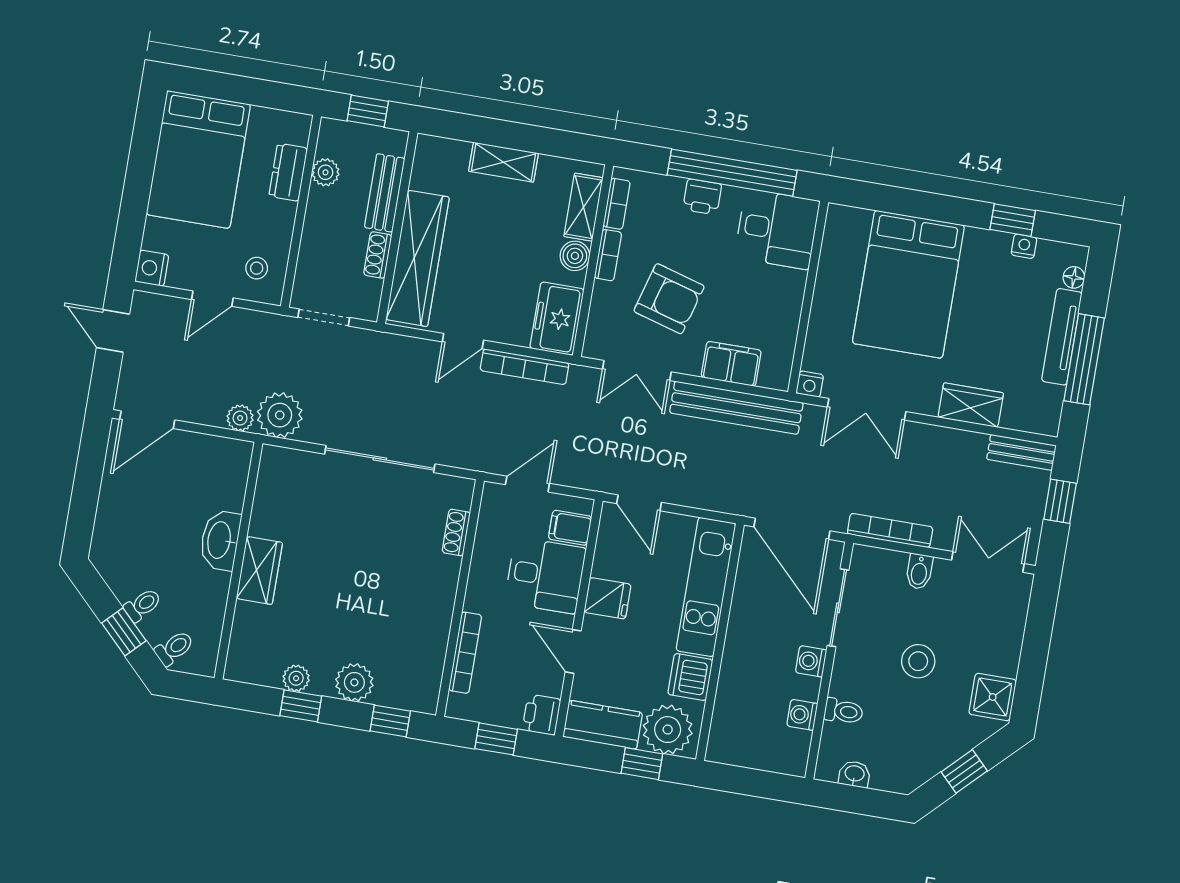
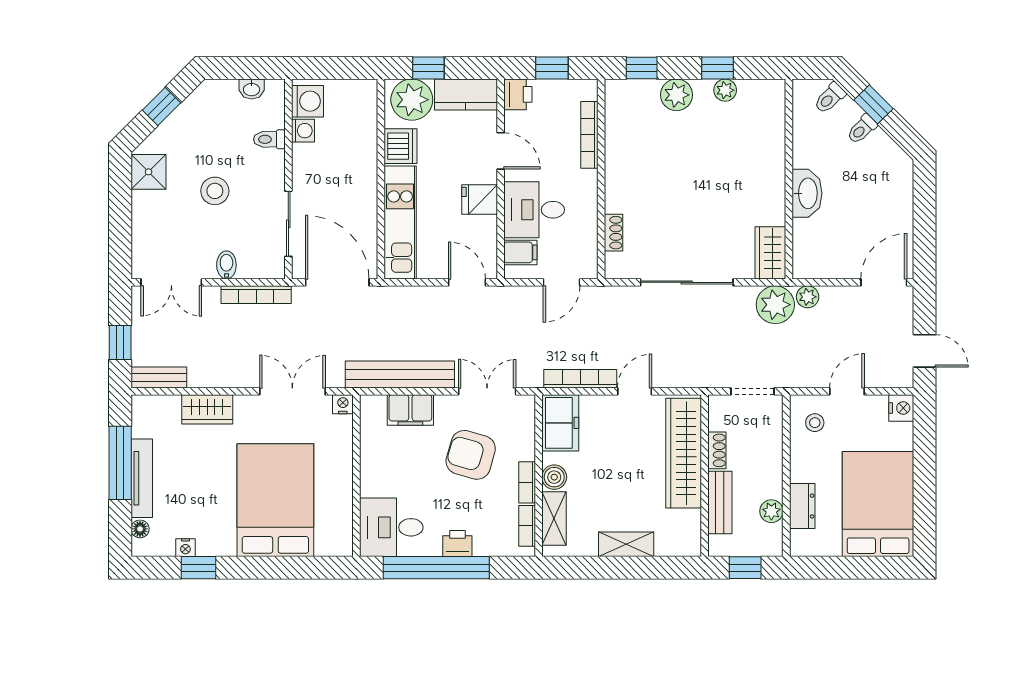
wardrobe: (259, 571) -> (770, 253), moved
washing machine: (811, 661) -> (307, 101), moved, width x1.38, depth x1.38

